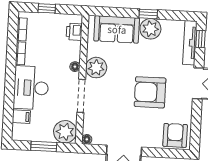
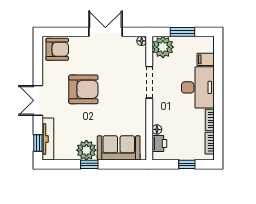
floor lamp: (75, 67) -> (157, 129), moved
plant: (96, 68) -> (136, 110), removed
armchair: (175, 135) -> (57, 49), turned -90

